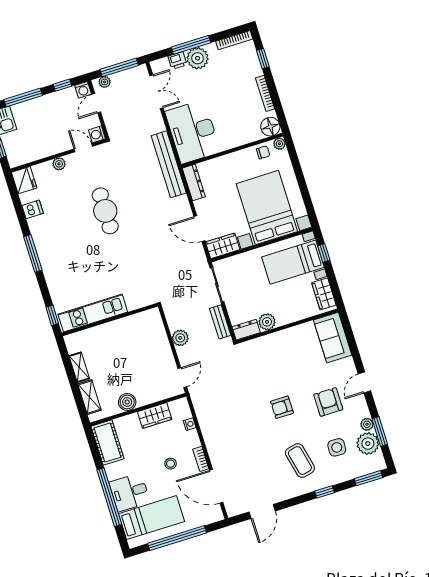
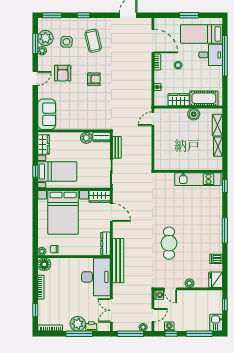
washing machine: (83, 90) -> (169, 327), moved
plant: (180, 338) -> (146, 145), removed
cot: (108, 443) -> (204, 98), moved, turned 90
window: (177, 538) -> (189, 15), width x0.47

